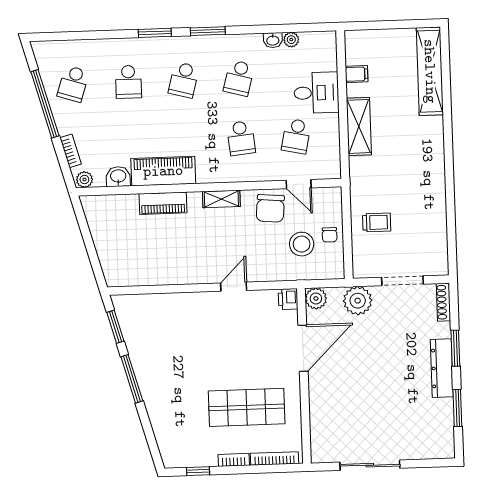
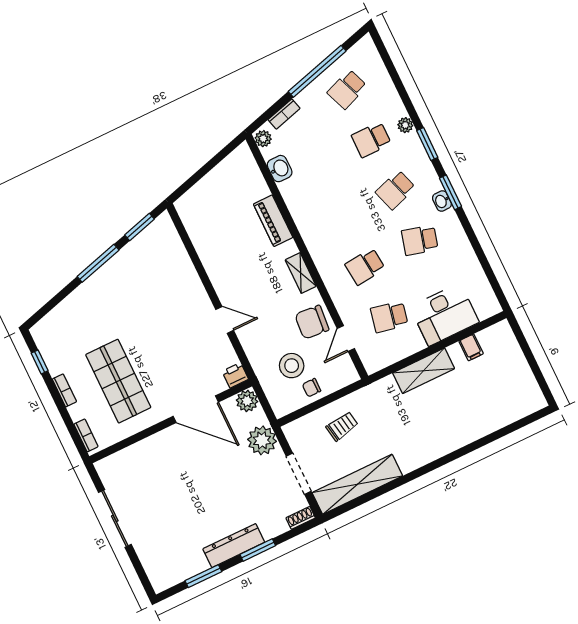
washbasin: (273, 40) -> (442, 201), moved
plant: (291, 40) -> (405, 125), moved
shelving: (430, 71) -> (357, 484), moved
school desk: (184, 80) -> (396, 190), turned -33
school desk: (73, 84) -> (347, 89), turned -39
desk: (316, 93) -> (444, 314), width x1.37
piano: (163, 171) -> (303, 208), removed
trolley: (377, 222) -> (342, 426), turned -100
shoe rack: (443, 302) -> (301, 518), width x0.70
bookcase: (274, 459) -> (86, 435), width x0.64

